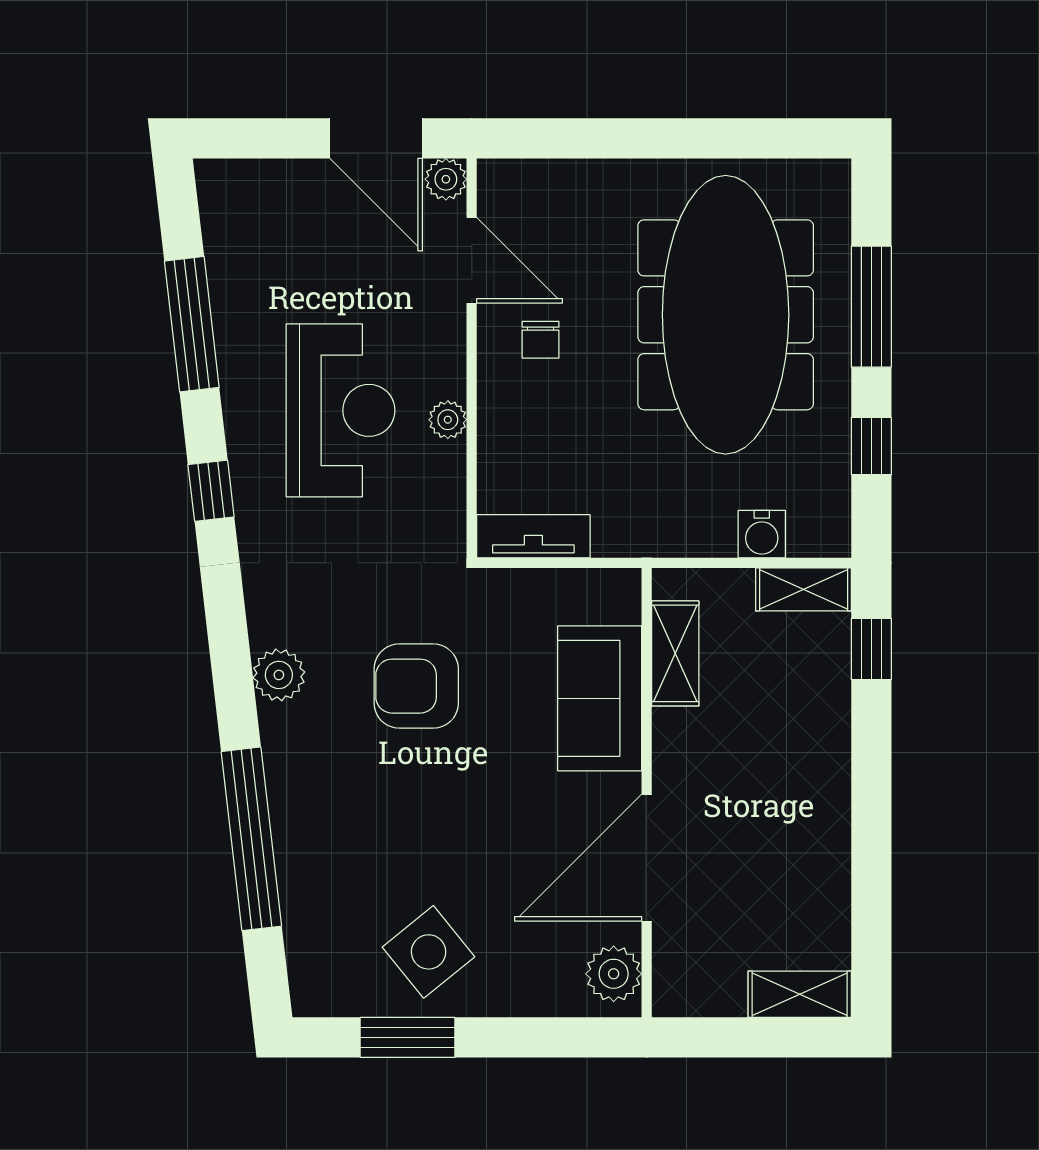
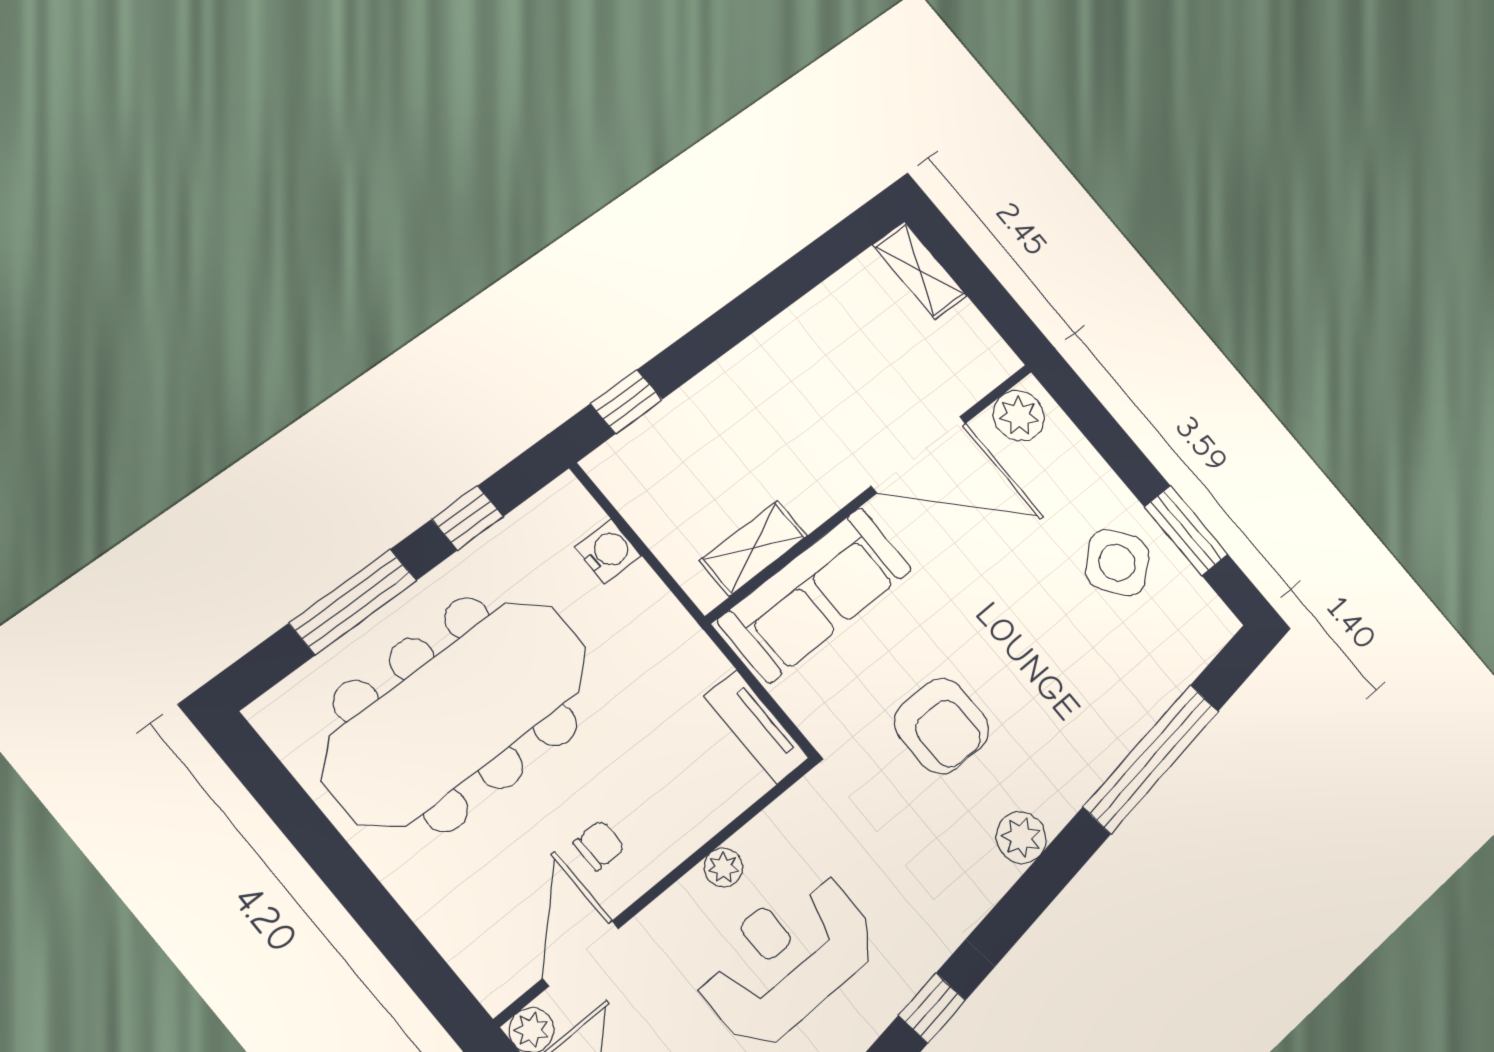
shelving: (804, 589) -> (624, 487), removed
sofa: (600, 698) -> (815, 595), width x1.36

